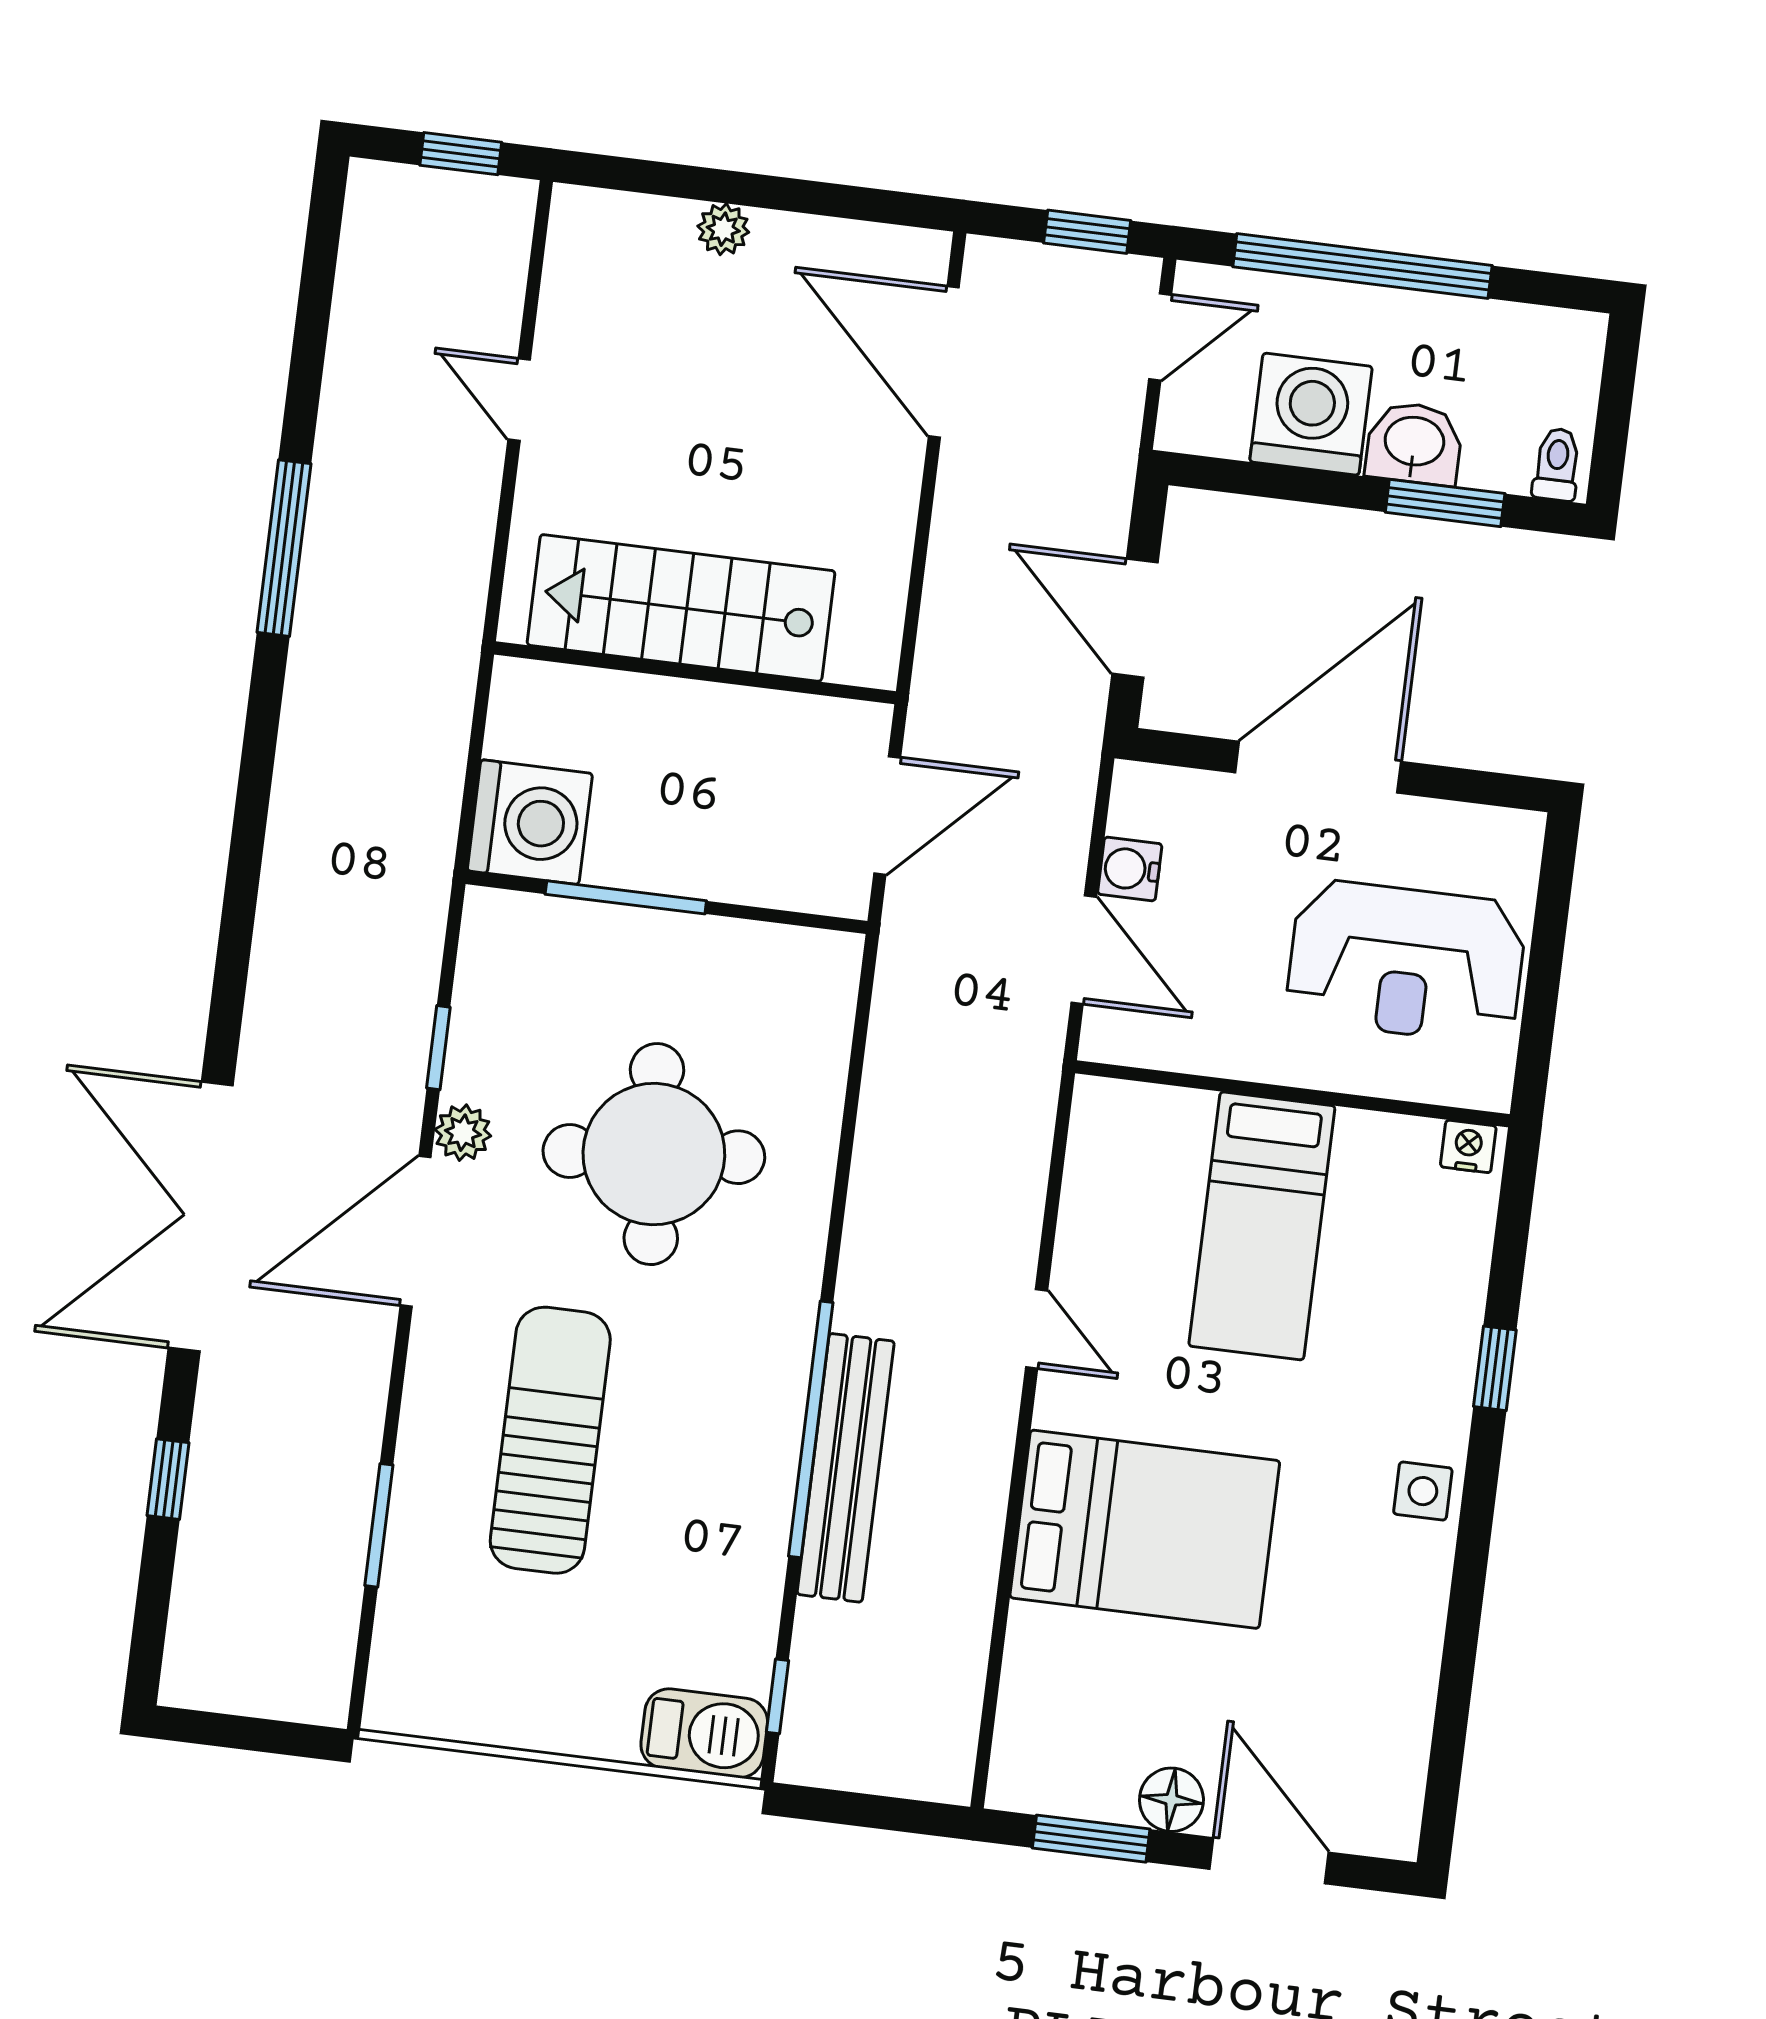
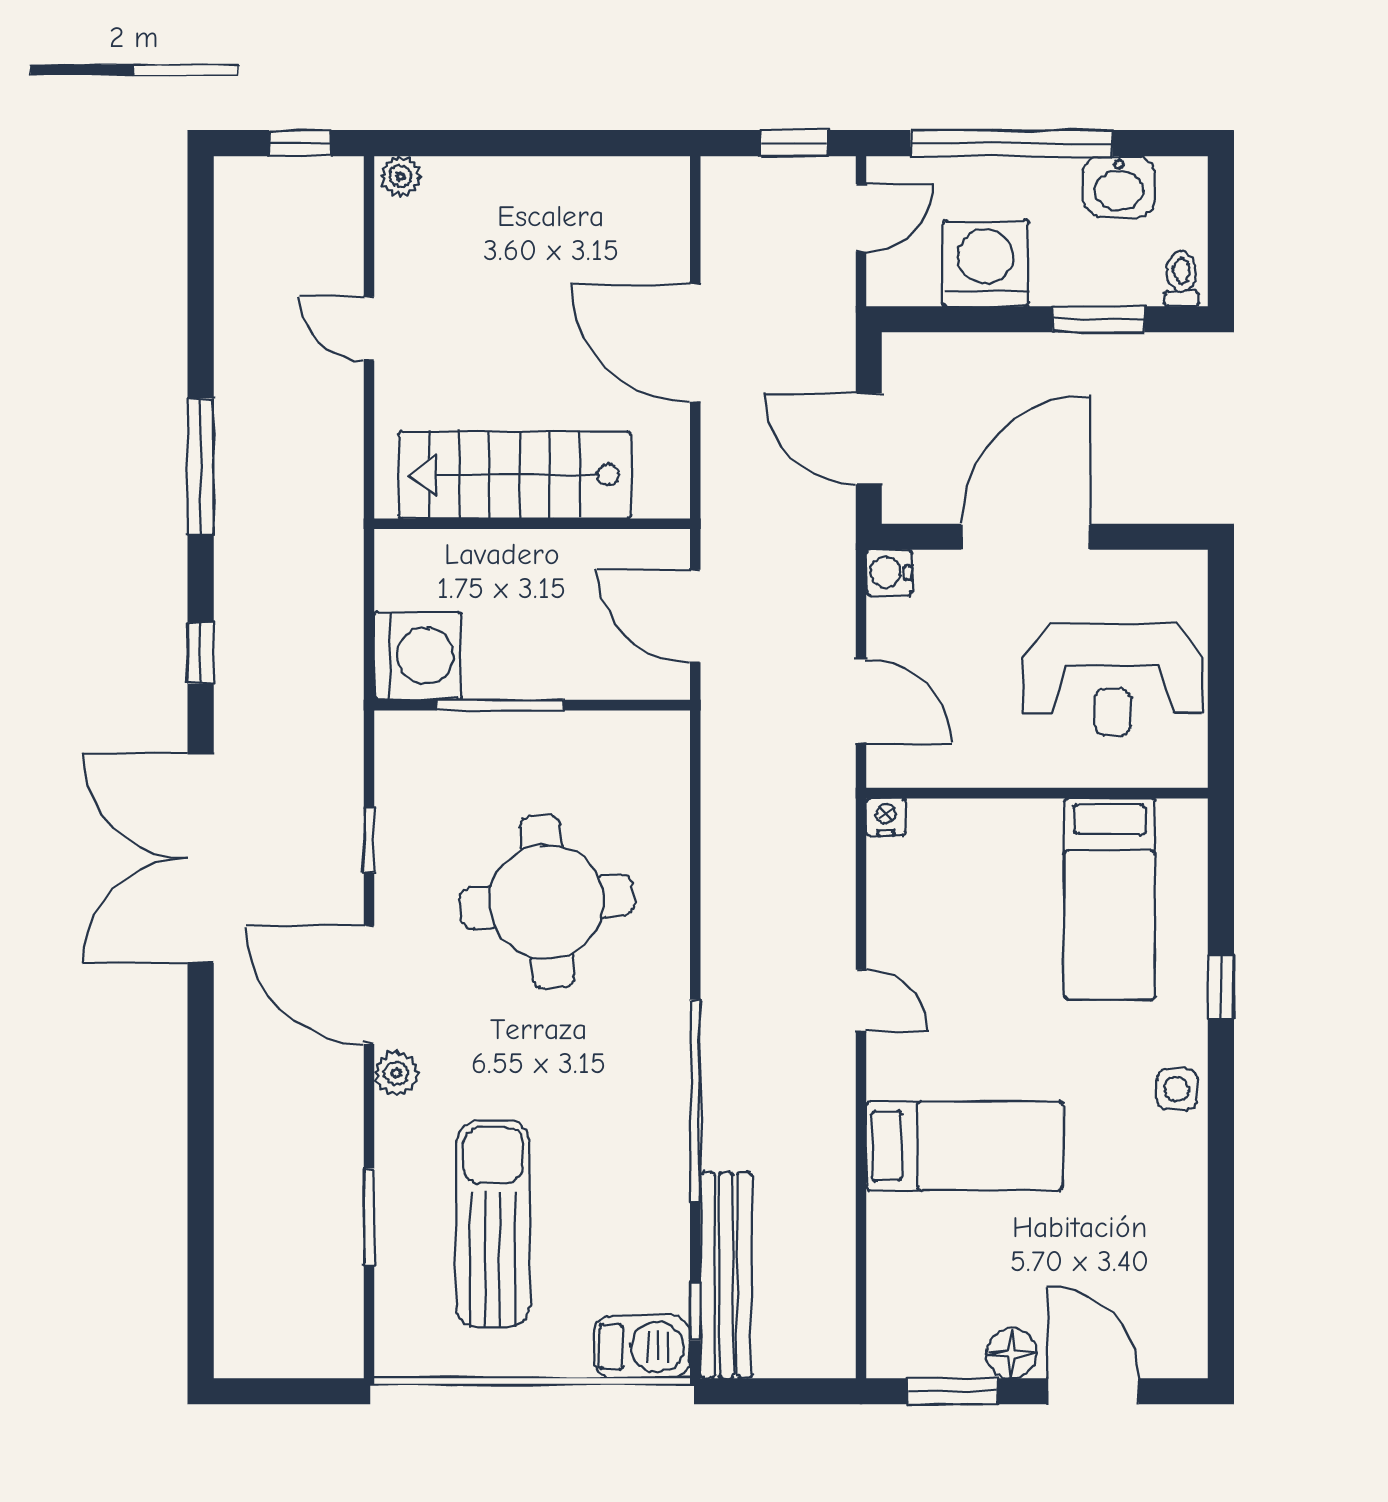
plant: (723, 229) -> (400, 176), moved
door: (944, 362) -> (695, 343), moved
washbasin: (1414, 443) -> (1119, 186), moved, turned 180
door: (887, 815) -> (695, 616), swing flipped
water cooler: (1130, 869) -> (889, 572), moved
plant: (463, 1133) -> (396, 1073), moved
nightstand: (1468, 1146) -> (886, 817), moved
double door: (201, 1217) -> (201, 858), moved
bed: (1262, 1226) -> (1110, 899), moved
door: (416, 1231) -> (369, 985), hinge flipped
sun lounger: (550, 1440) -> (493, 1224), moved
bench: (846, 1468) -> (726, 1275), moved
window: (168, 1479) -> (201, 653), moved
bed: (1145, 1529) -> (964, 1146), width x0.67

